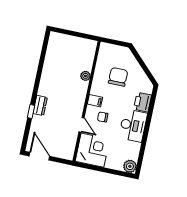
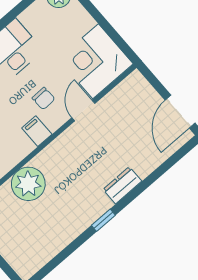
plant: (85, 76) -> (28, 184), width x1.87, depth x1.87
window: (31, 111) -> (103, 220), moved

